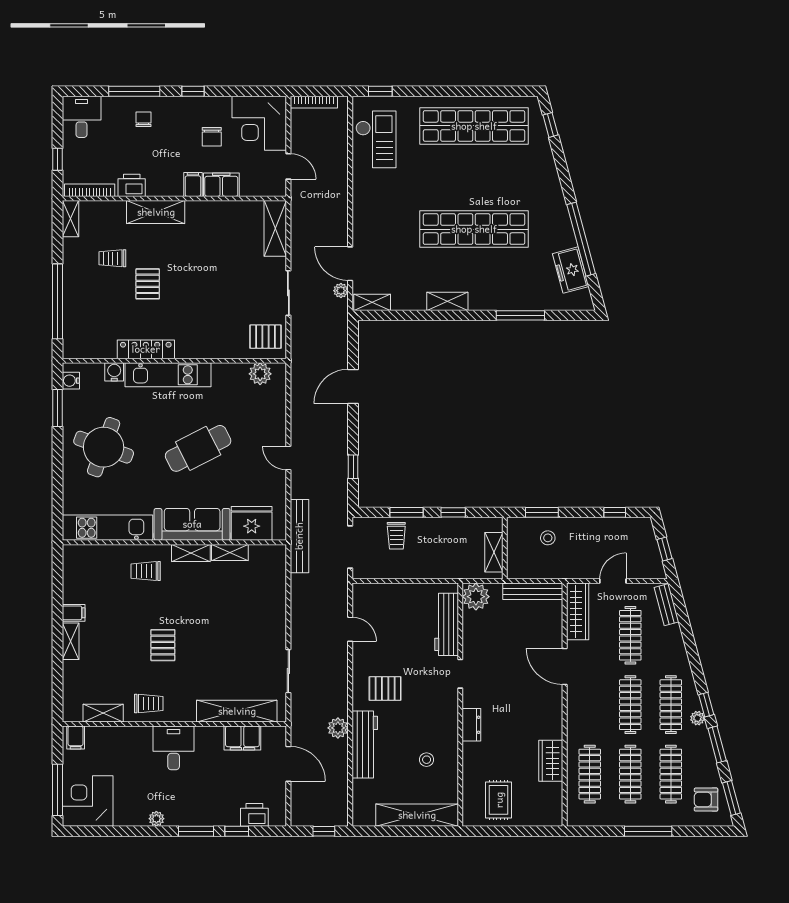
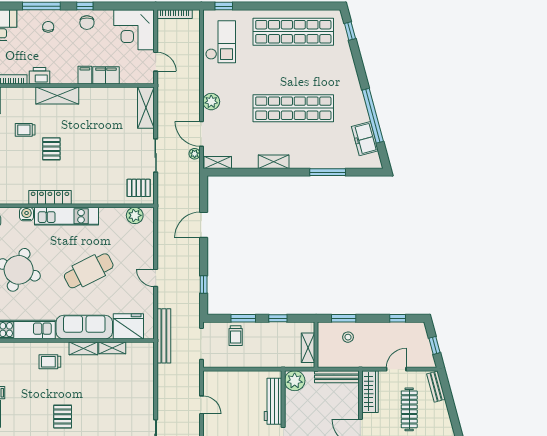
chair: (212, 137) -> (87, 23), moved
plant: (363, 220) -> (211, 102), added

